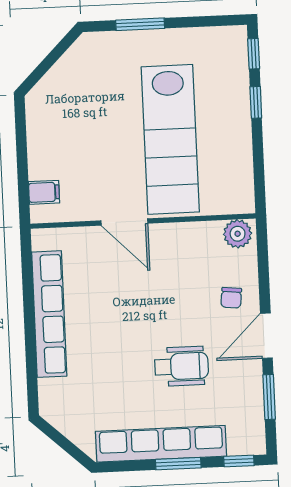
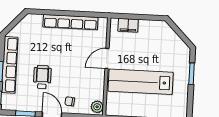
filing cabinet: (44, 192) -> (128, 25), width x2.00
wheelchair: (182, 366) -> (42, 77), turned 180

